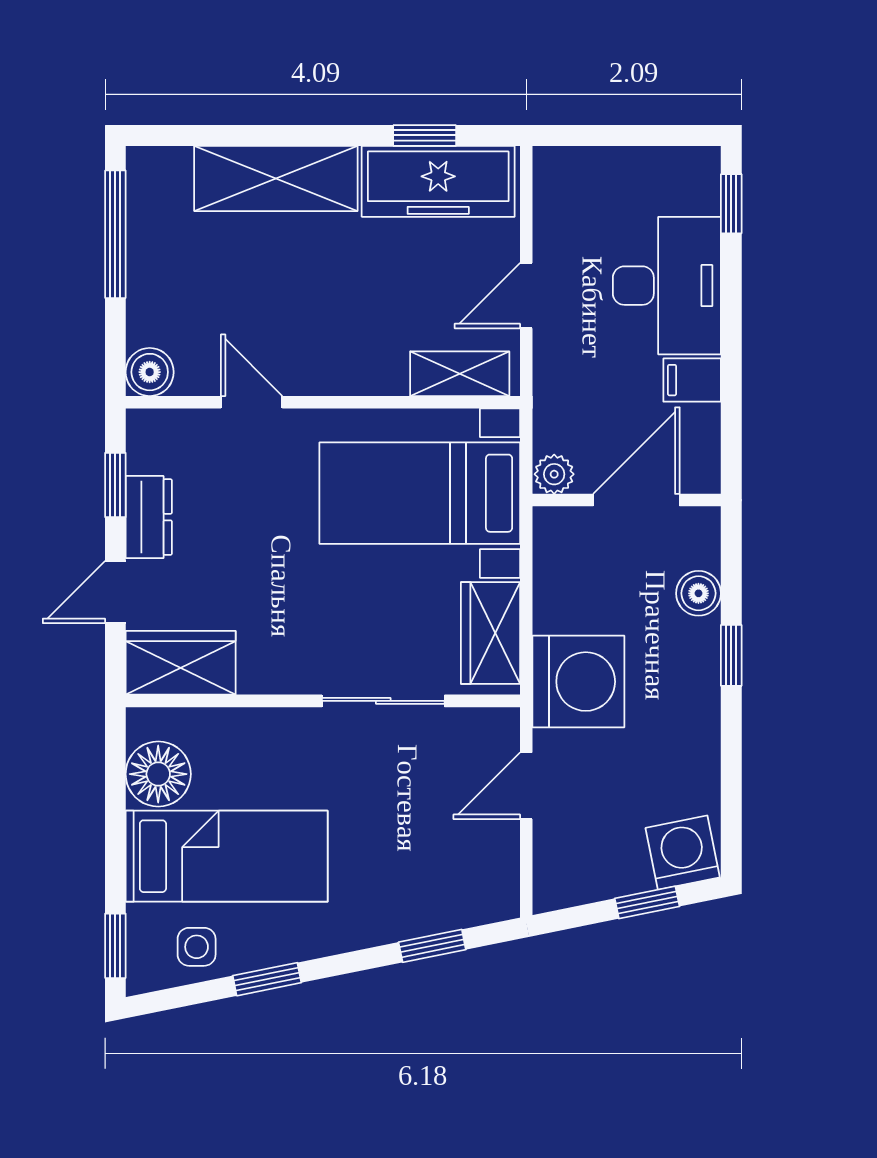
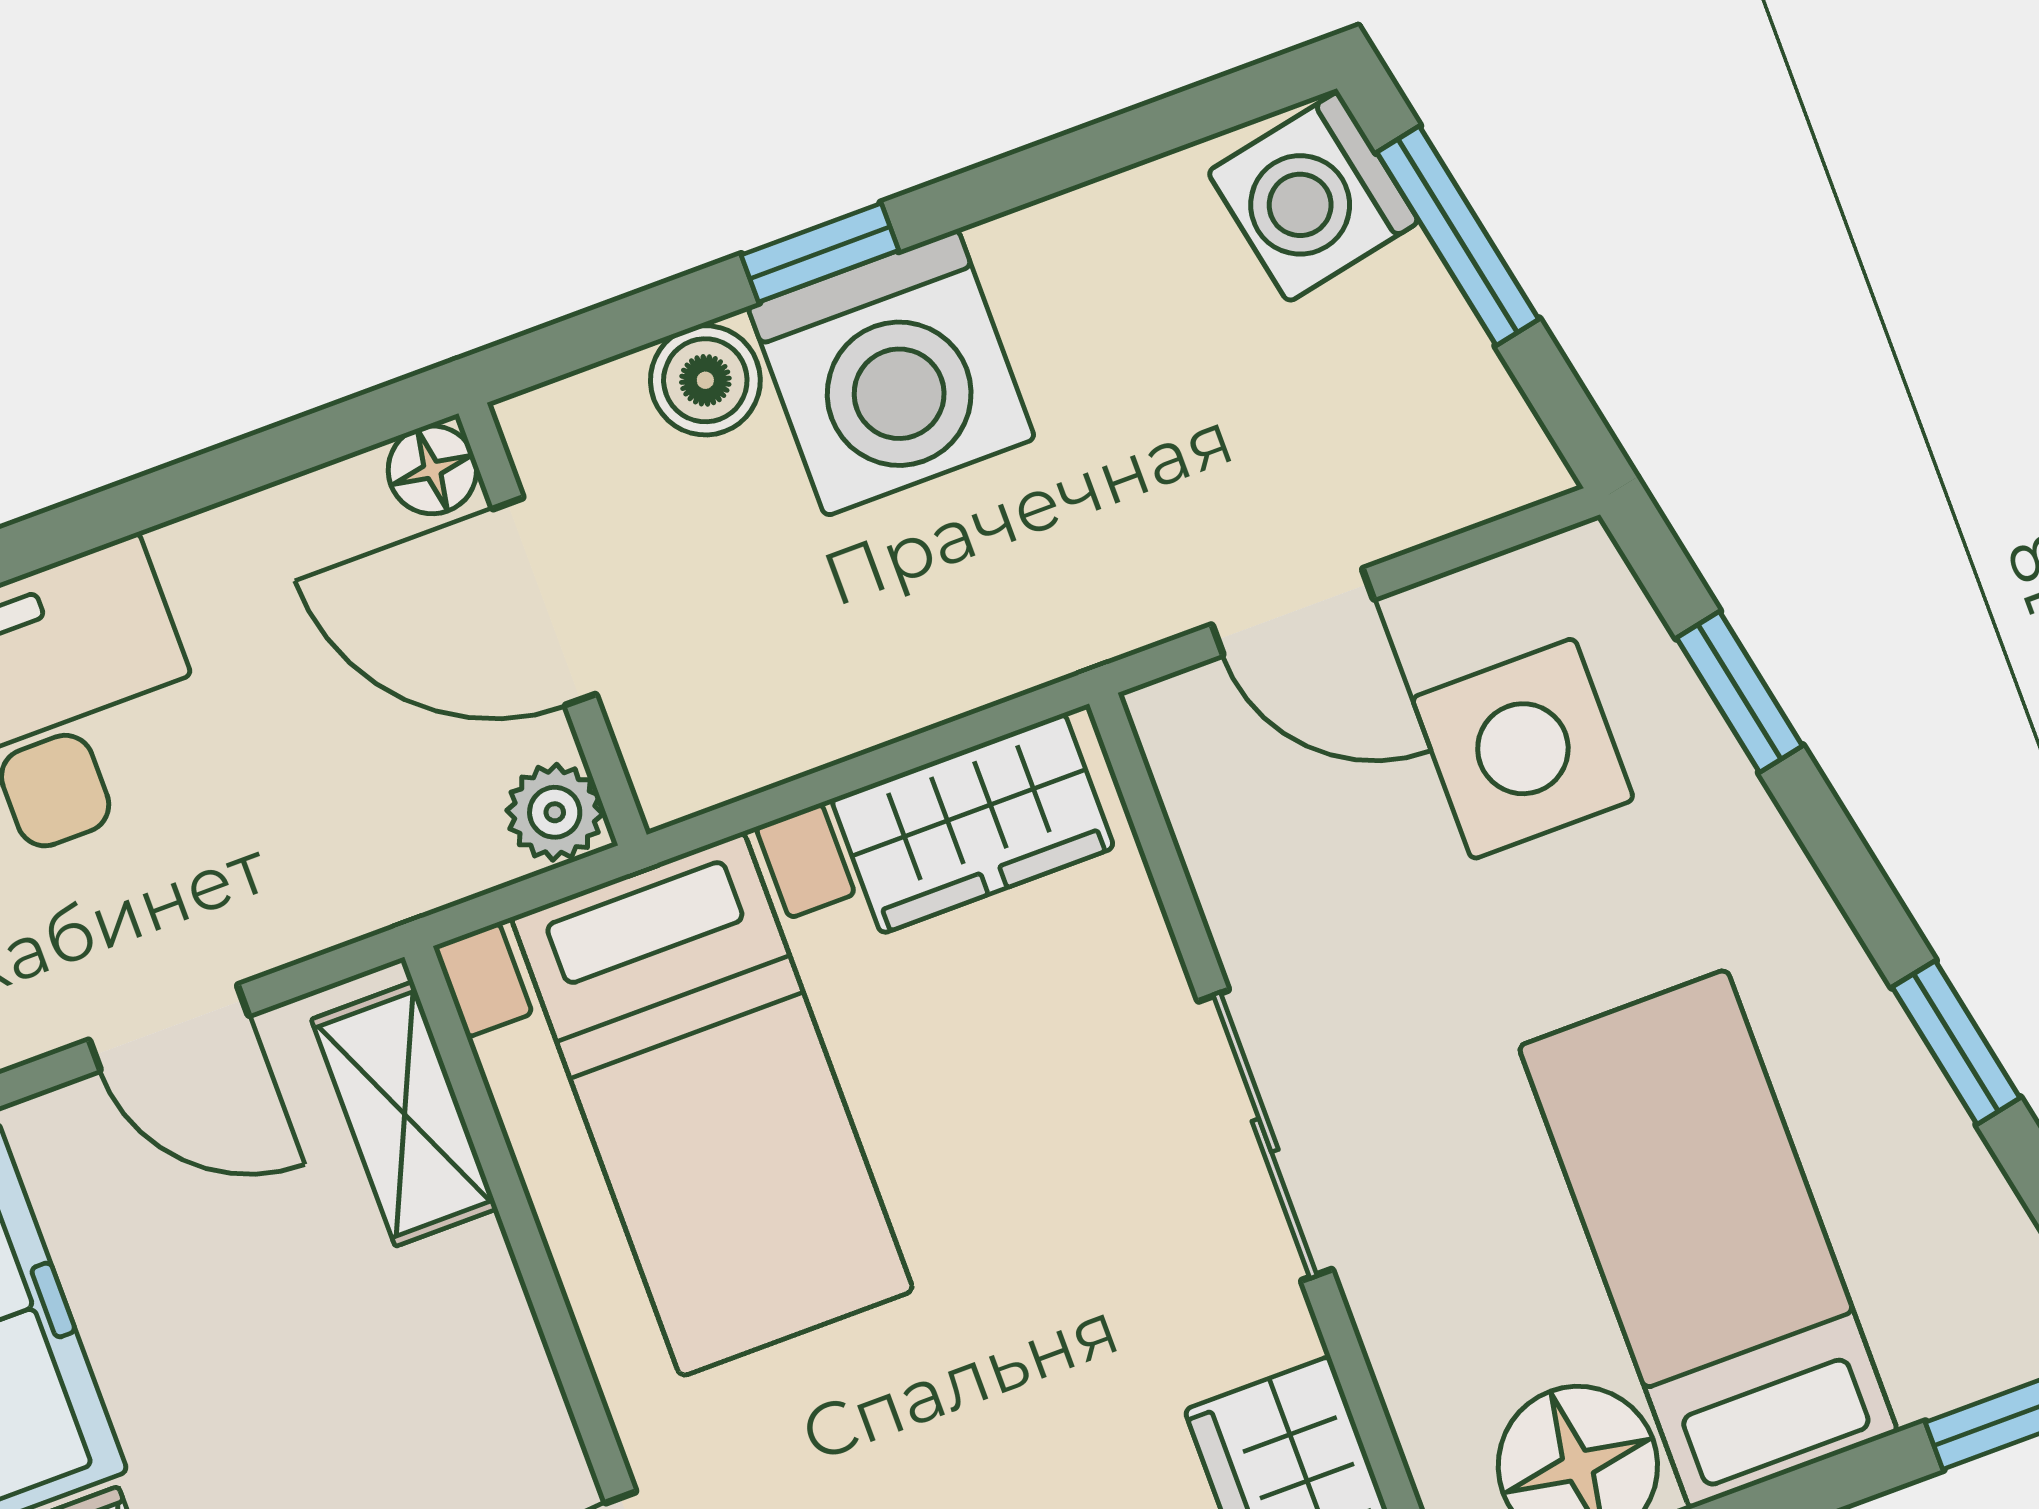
filing cabinet: (692, 380) -> (222, 576), removed
floor lamp: (703, 476) -> (432, 470), added
washing machine: (578, 682) -> (891, 373), moved, turned 180
sliding door: (383, 701) -> (1265, 1135), moved
window: (647, 902) -> (1458, 236), width x1.50
side table: (197, 947) -> (1523, 749), moved, width x1.87, depth x1.87

